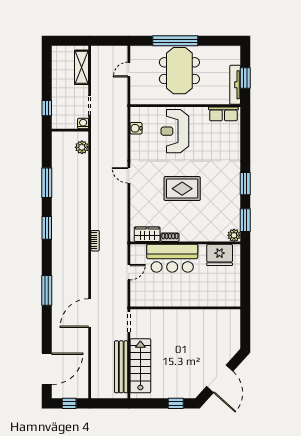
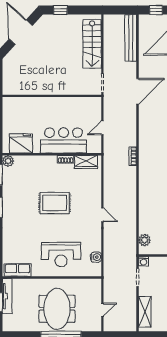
reception desk: (175, 131) -> (61, 255), turned 90
bench: (121, 367) -> (131, 38), moved

